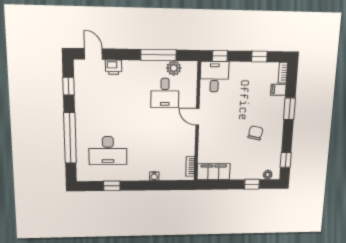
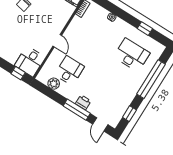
window: (159, 55) -> (77, 110), moved
printer: (114, 67) -> (83, 102), moved

